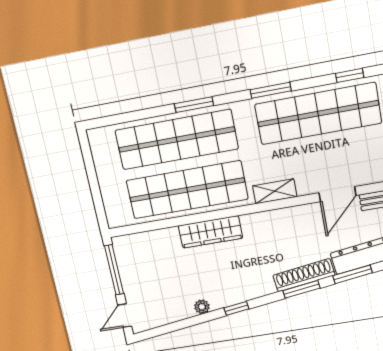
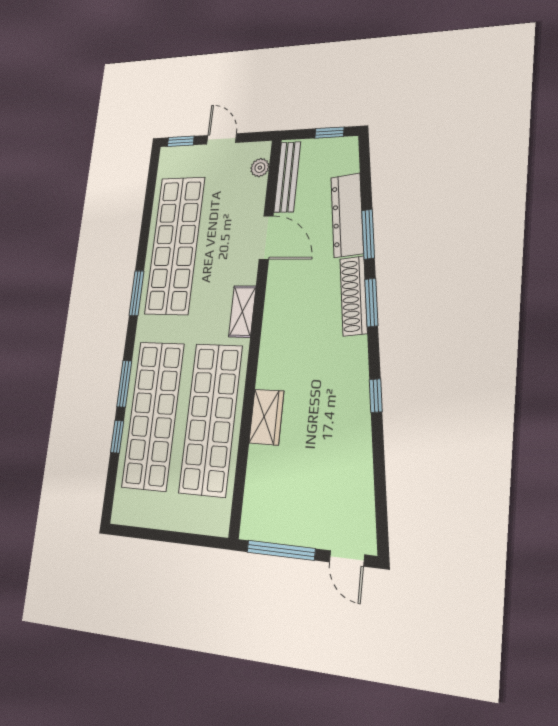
window: (350, 75) -> (117, 437), moved
wardrobe: (210, 232) -> (266, 417), width x0.67
plant: (202, 307) -> (362, 443), removed

